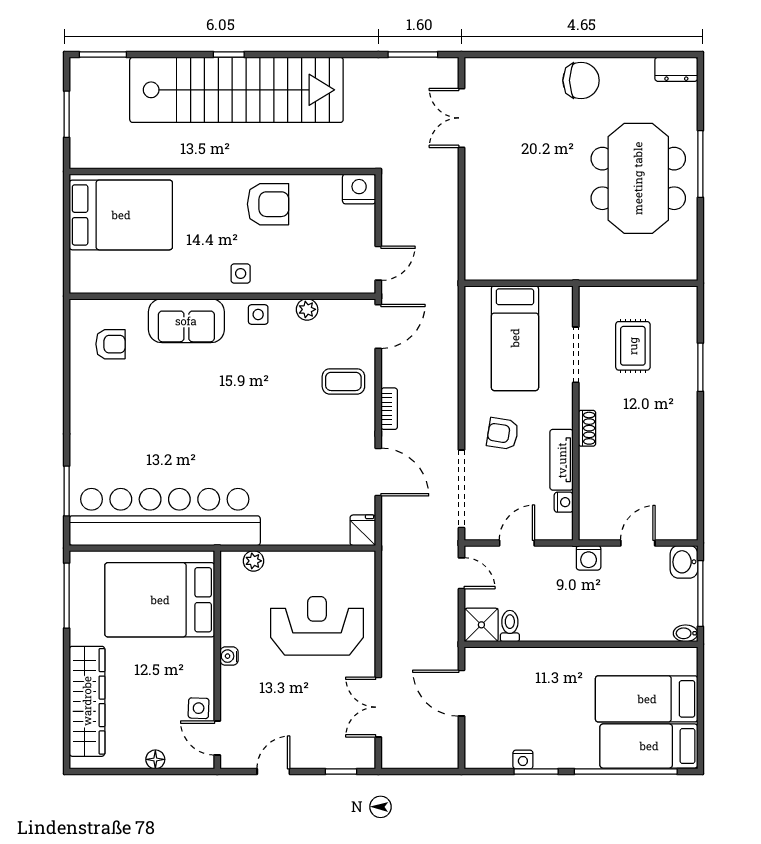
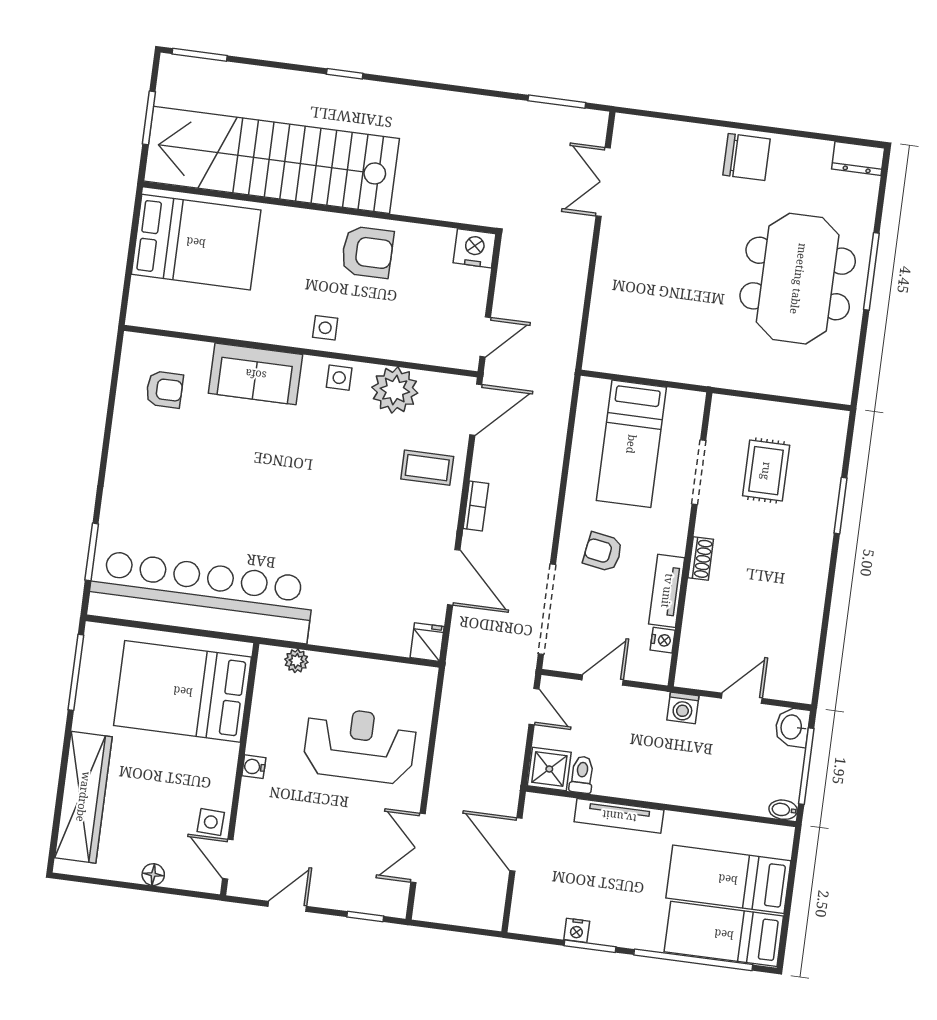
stairs: (236, 90) -> (271, 160), moved, turned 180
plant: (307, 309) -> (395, 390), width x1.88, depth x1.88
tv unit: (546, 657) -> (619, 816), added

